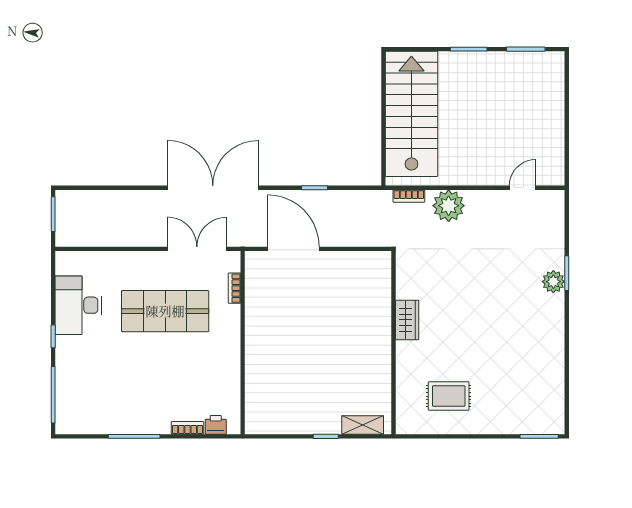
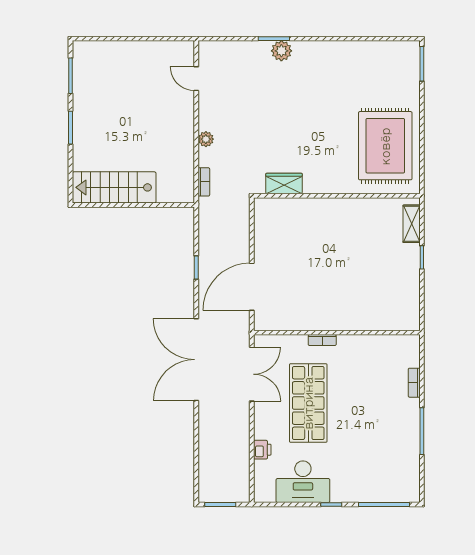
stairs: (411, 114) -> (114, 187), width x0.73, depth x0.66
plant: (449, 206) -> (206, 139), width x0.53, depth x0.53
double door: (197, 249) -> (252, 374), swing flipped
bookcase: (235, 288) -> (322, 340), moved
wardrobe: (407, 320) -> (284, 184), moved
rug: (449, 396) -> (385, 146), width x1.86, depth x2.06
printer: (216, 425) -> (262, 450), moved, turned 180

